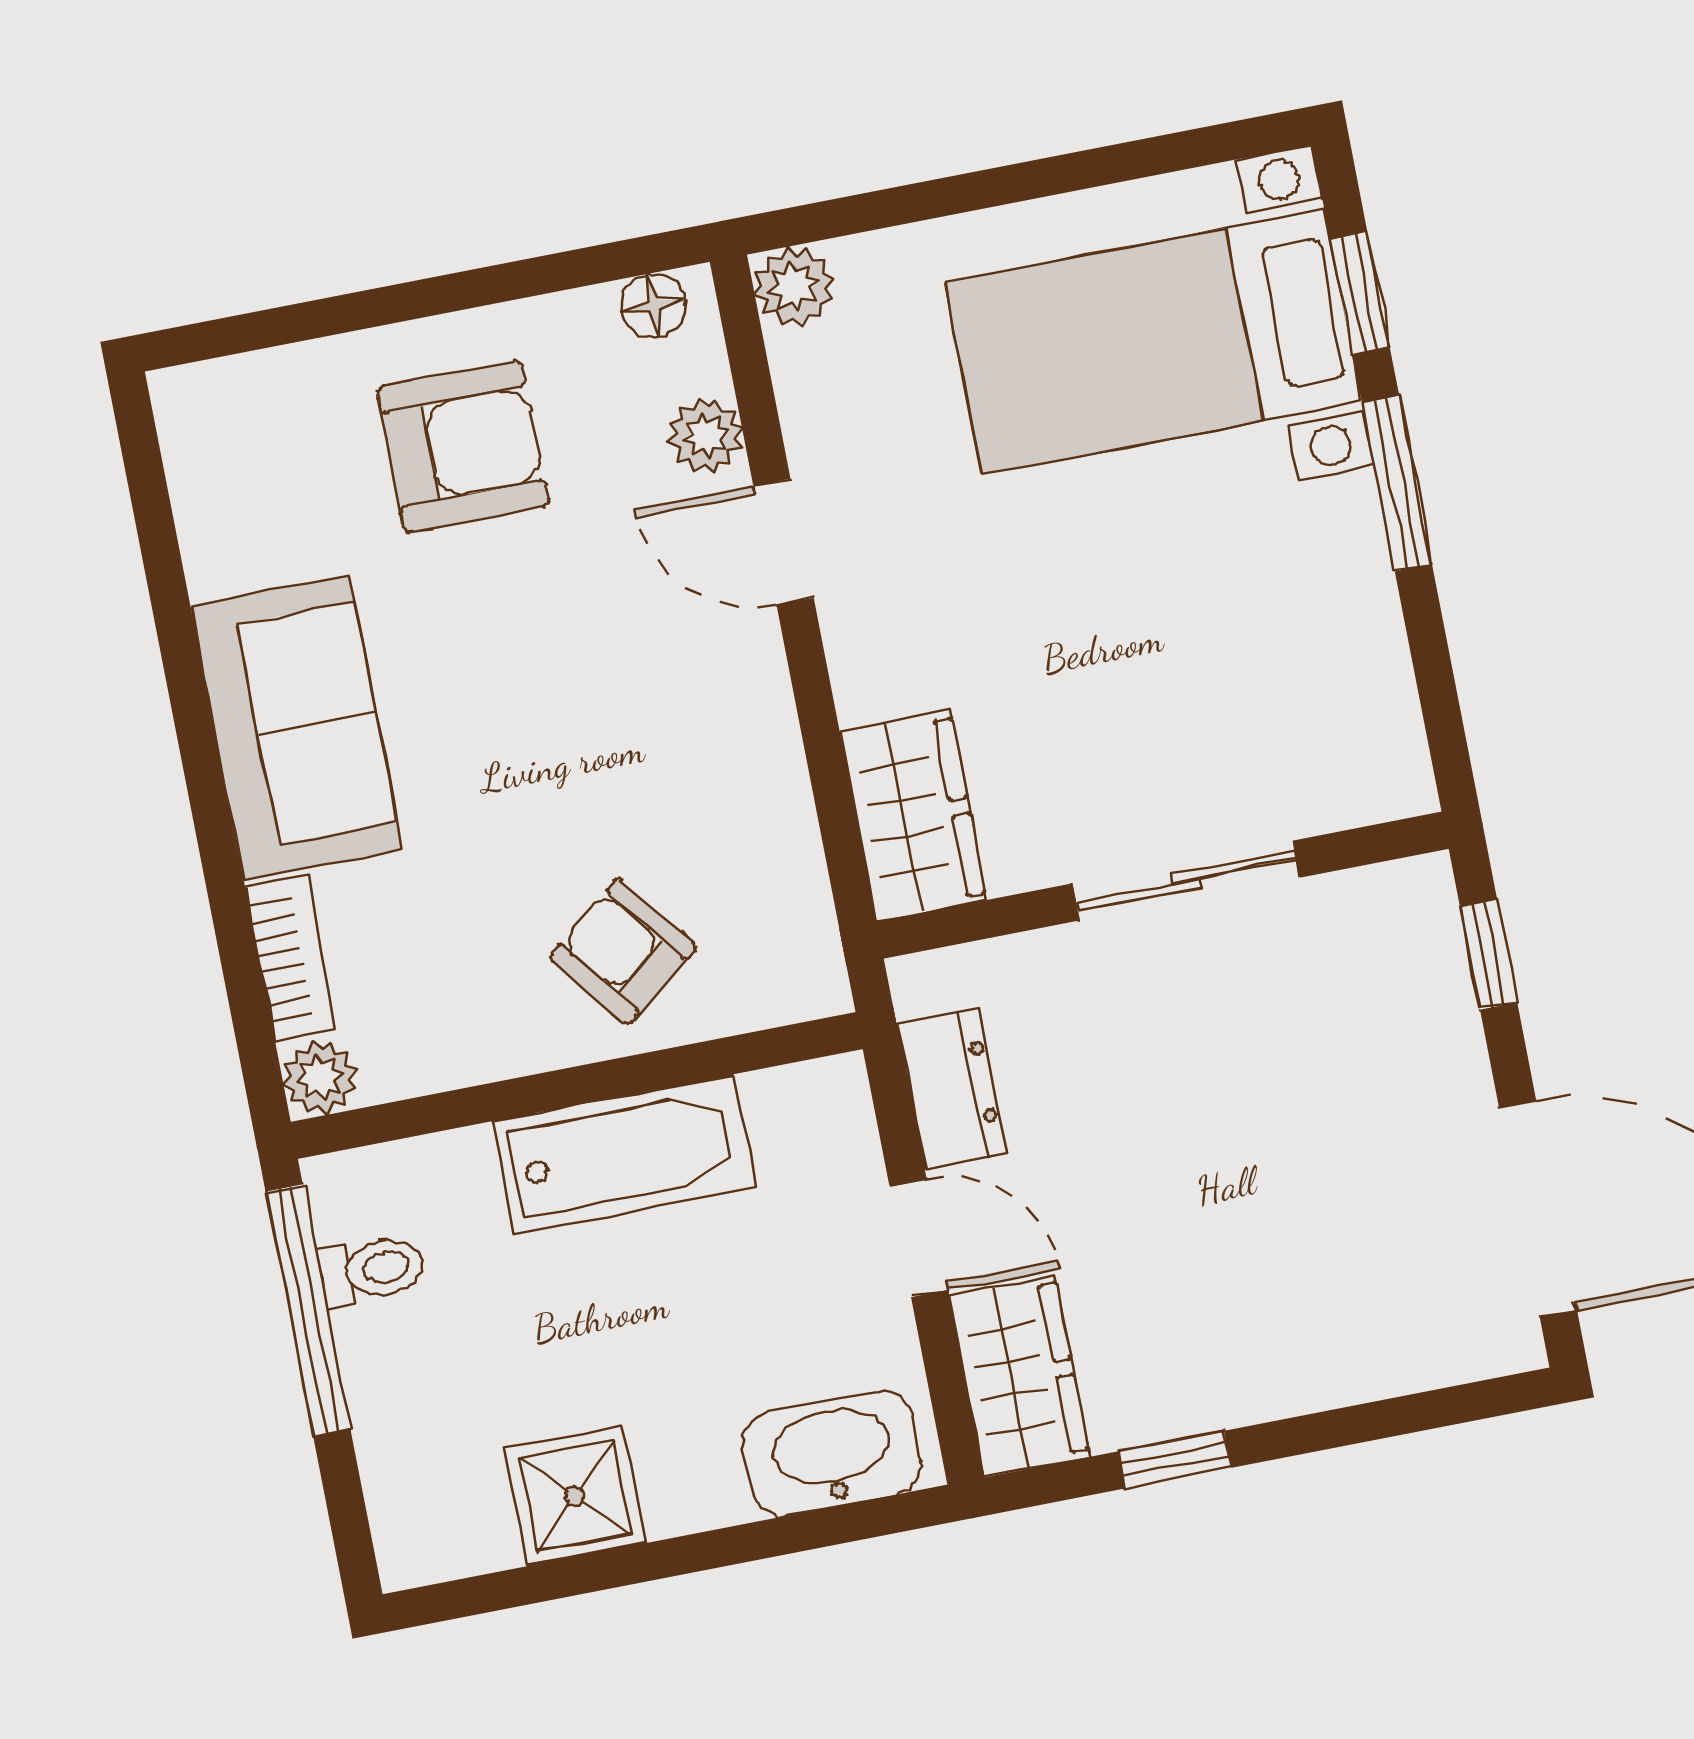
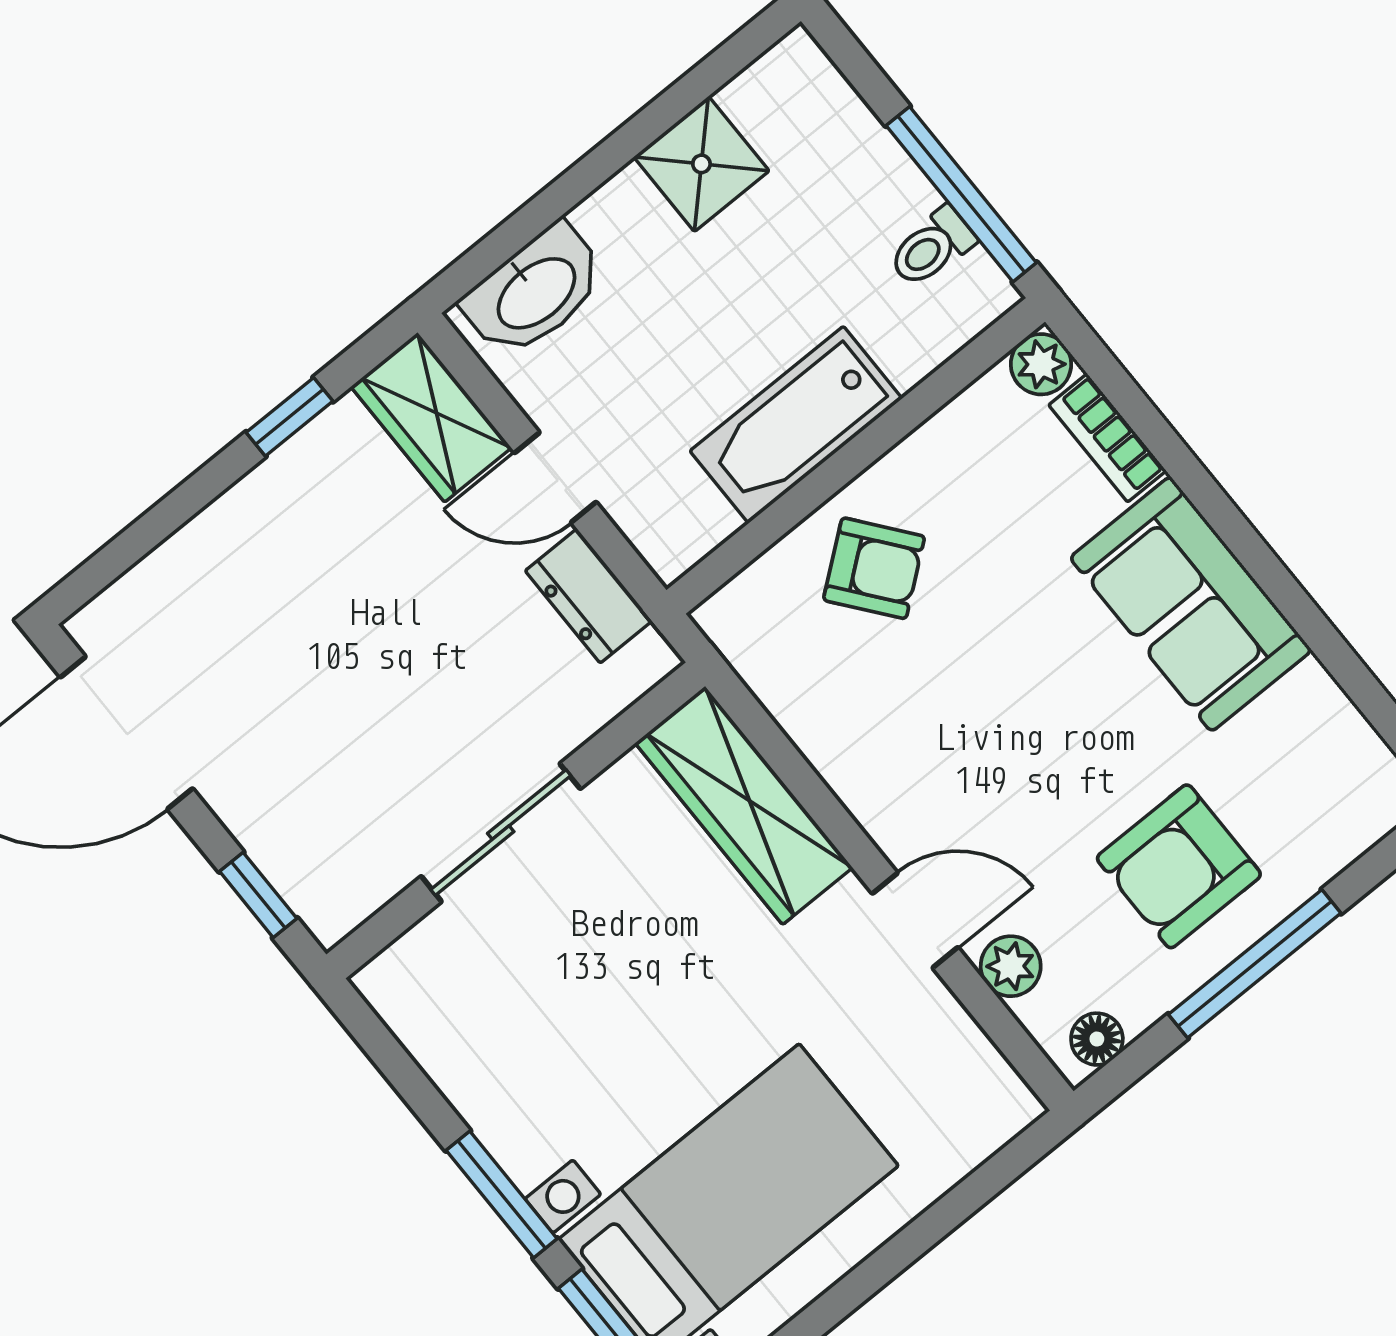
plant: (794, 286) -> (1004, 1106), removed
window: (437, 296) -> (1255, 964), added
wardrobe: (913, 816) -> (744, 805), width x1.50

